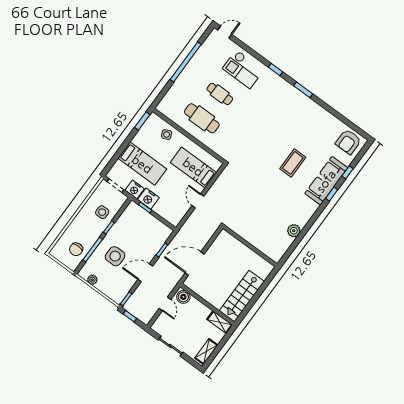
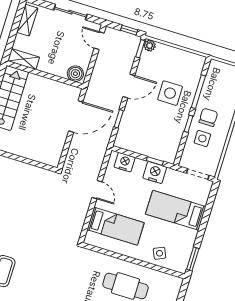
nightstand: (135, 190) -> (125, 162), moved
chair: (76, 249) -> (208, 117), moved
plant: (92, 280) -> (150, 46), moved
door: (165, 304) -> (99, 41), moved

